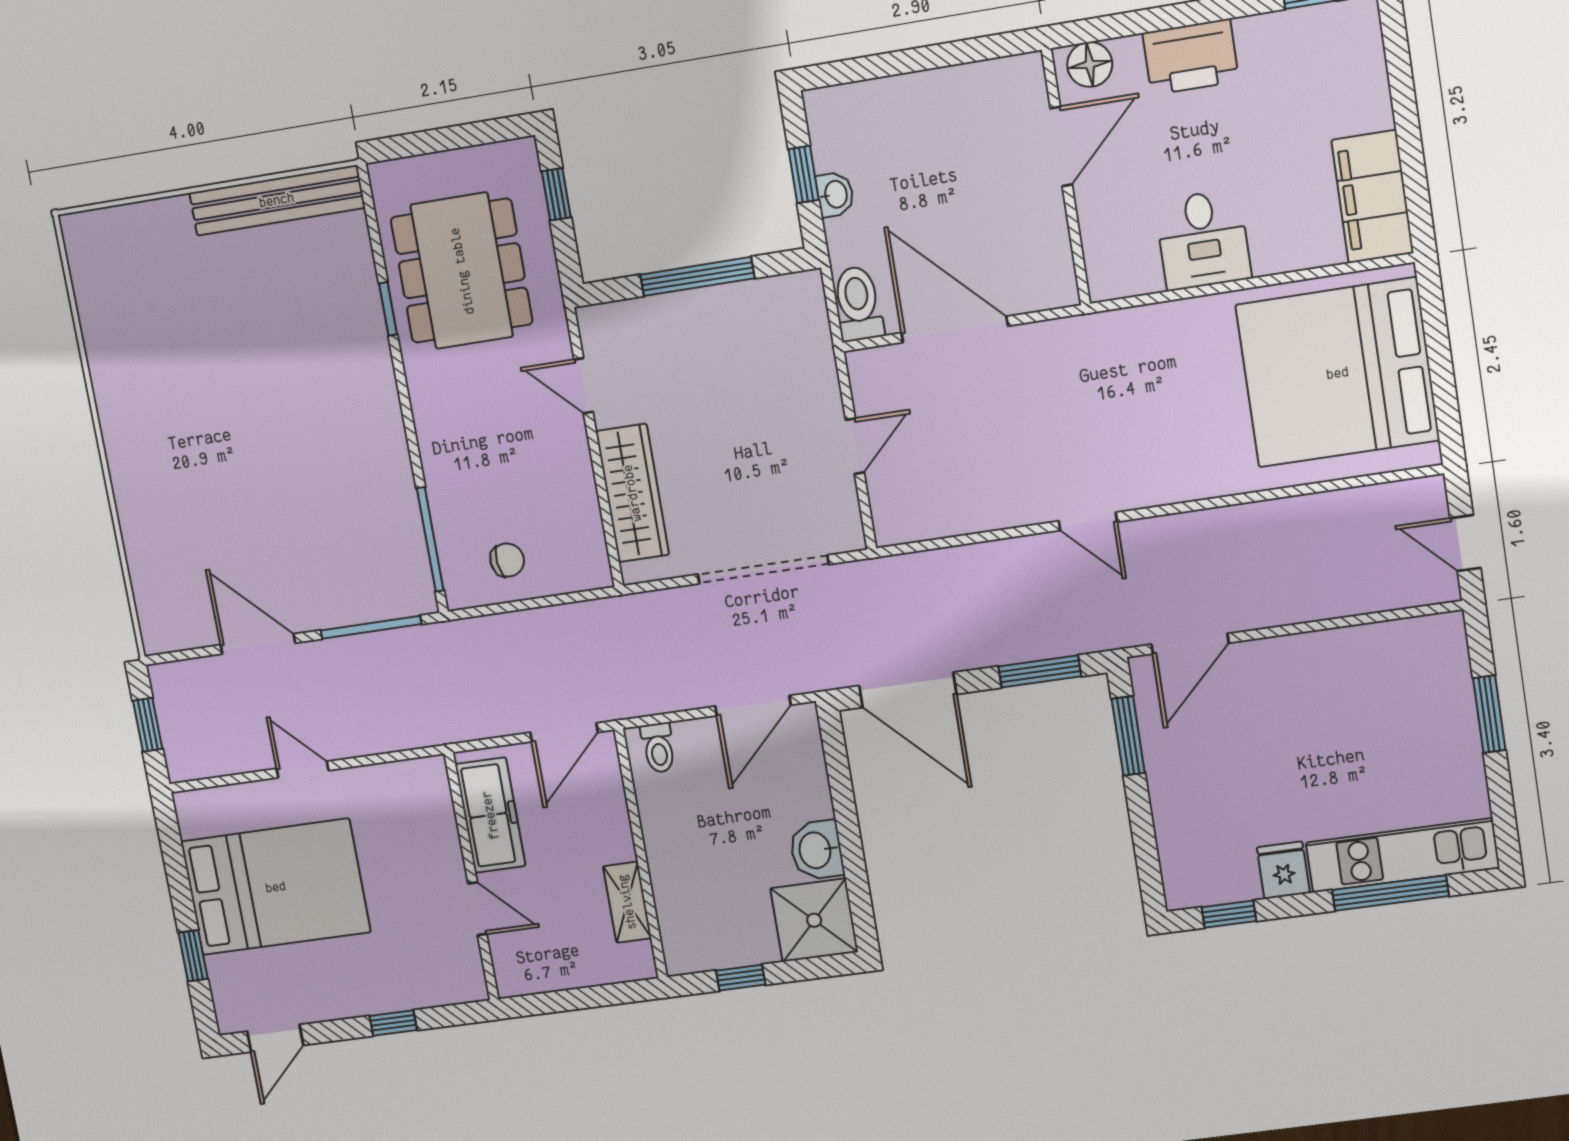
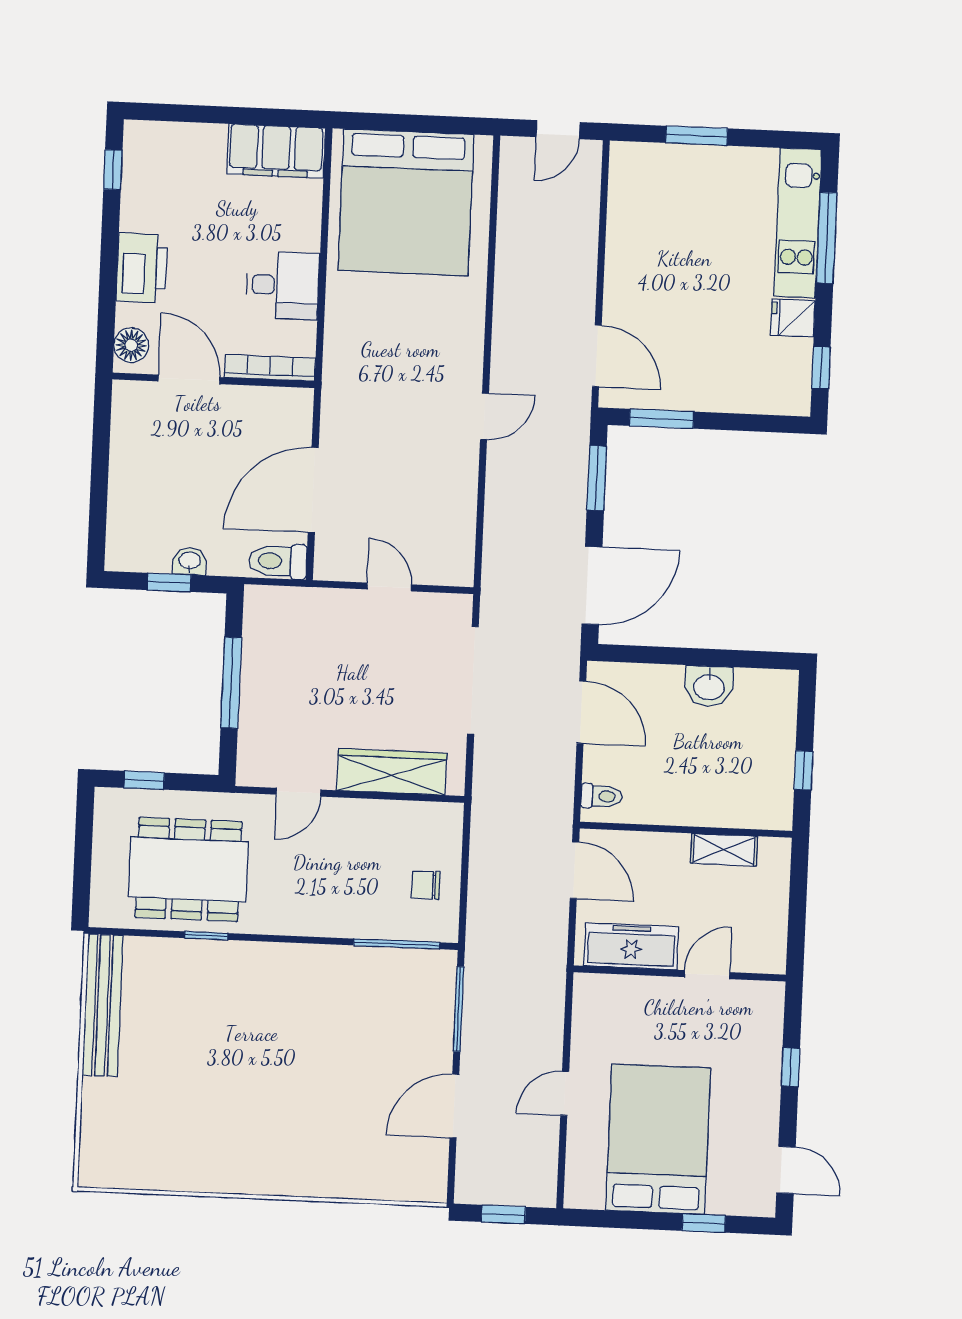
bookcase: (1096, 245) -> (270, 368), added
chair: (507, 560) -> (426, 885), turned -84
shower: (814, 920) -> (766, 700), removed

